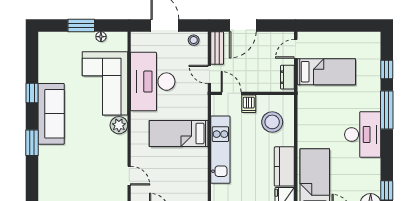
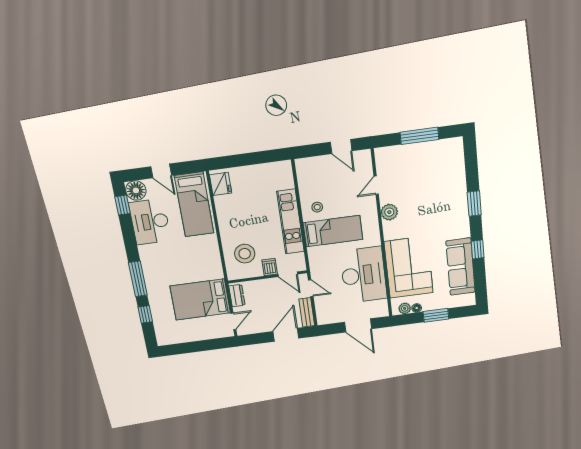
plant: (114, 38) -> (405, 308), added
stool: (194, 40) -> (317, 207), moved
bed: (326, 72) -> (200, 299), width x1.50
sofa: (51, 114) -> (460, 267), moved
plant: (119, 125) -> (389, 212), moved
desk: (363, 135) -> (150, 222), moved
kitchen counter: (284, 166) -> (226, 214), removed
door: (129, 176) -> (376, 185), hinge flipped

